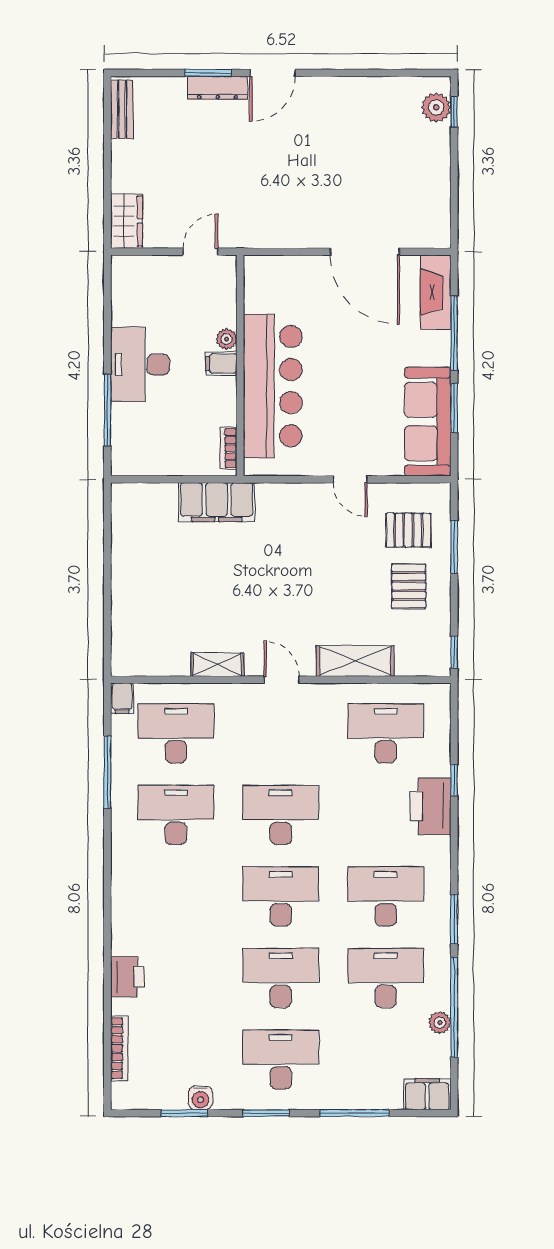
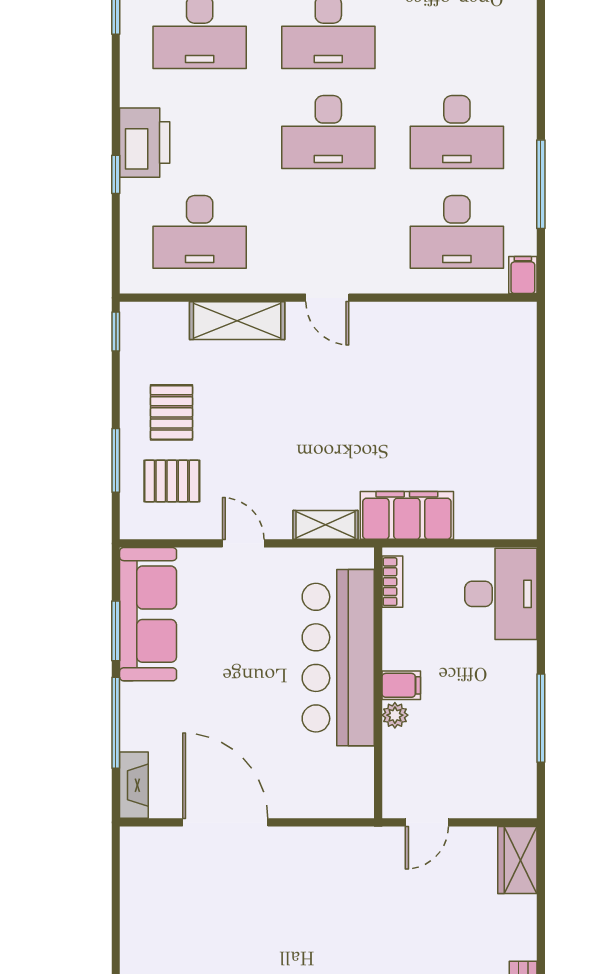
fireplace: (436, 292) -> (134, 785), width x0.73, depth x0.76
desk: (140, 364) -> (501, 594), moved
window: (107, 410) -> (541, 718), moved
shelving: (217, 665) -> (326, 525), moved

